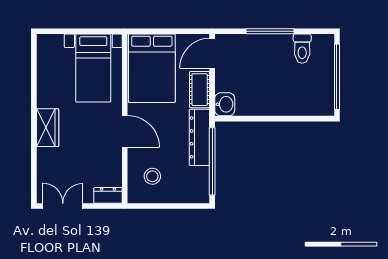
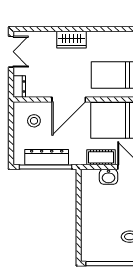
washbasin: (225, 104) -> (109, 177), moved
door: (125, 131) -> (69, 99), width x1.36
dresser: (199, 137) -> (47, 157), moved

